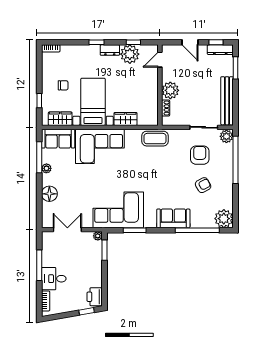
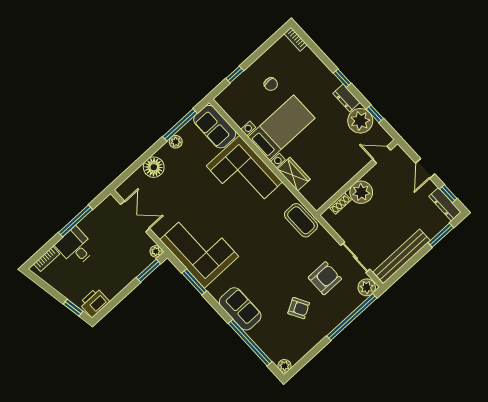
wardrobe: (60, 119) -> (236, 111), removed
plant: (224, 219) -> (284, 366), width x0.53, depth x0.53

